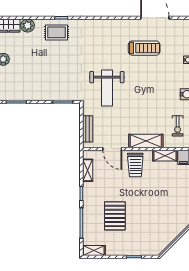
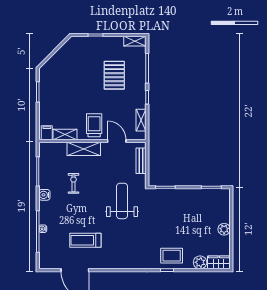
exercise bike: (178, 126) -> (73, 183), moved

